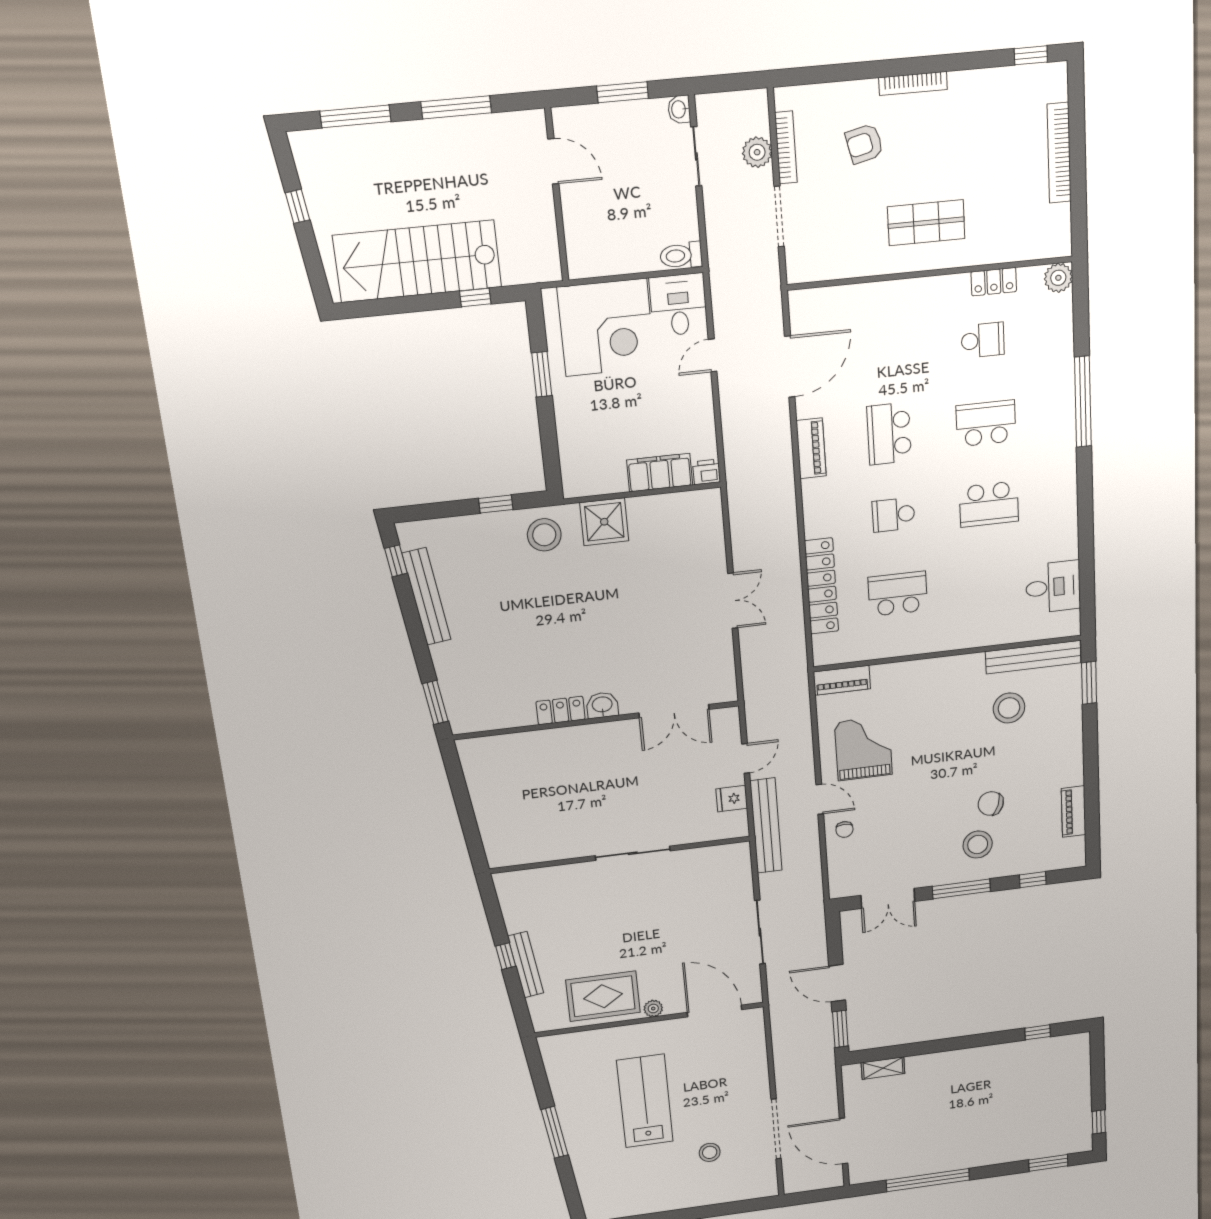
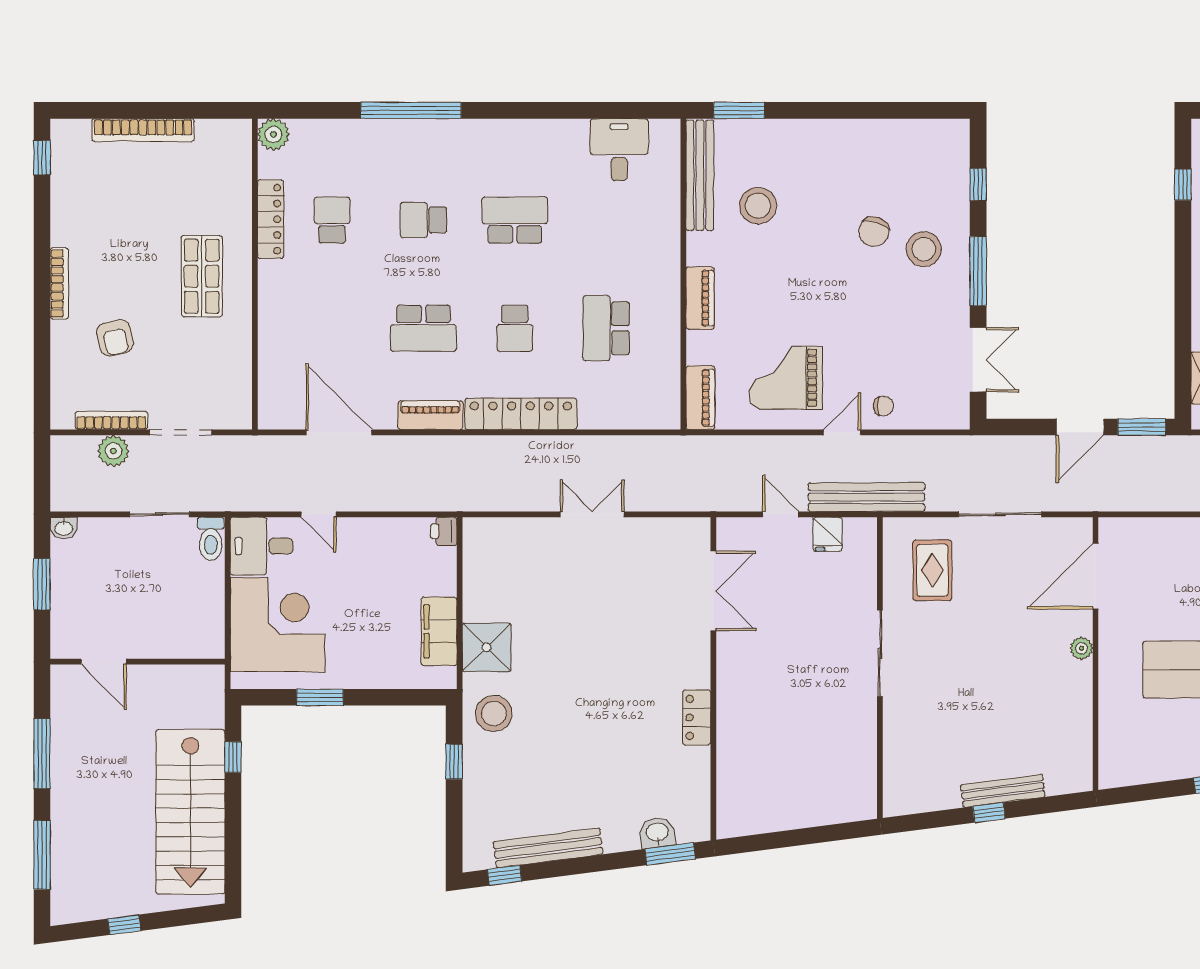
sliding door: (696, 156) -> (159, 514), moved
door: (553, 161) -> (104, 662), swing flipped
locker: (994, 282) -> (271, 219), width x1.53
school desk: (986, 423) -> (423, 220), width x0.54
filing cabinet: (660, 473) -> (439, 631), moved
school desk: (989, 504) -> (515, 220), turned -90
locker: (821, 586) -> (521, 414), moved
washbasin: (602, 705) -> (657, 833), moved, turned 83
piano: (1074, 812) -> (700, 298), moved, turned -90
rug: (603, 996) -> (932, 570), moved, width x0.73, depth x0.70

